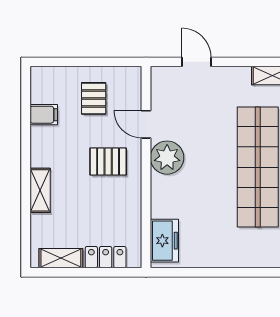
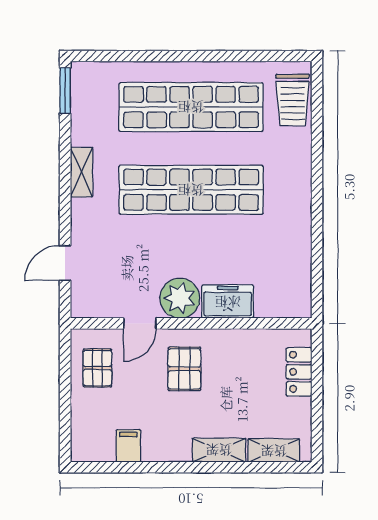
pallet: (94, 98) -> (97, 368), moved, turned 90
freezer: (164, 241) -> (228, 302), moved
shelving: (61, 258) -> (274, 451), moved, turned 90

